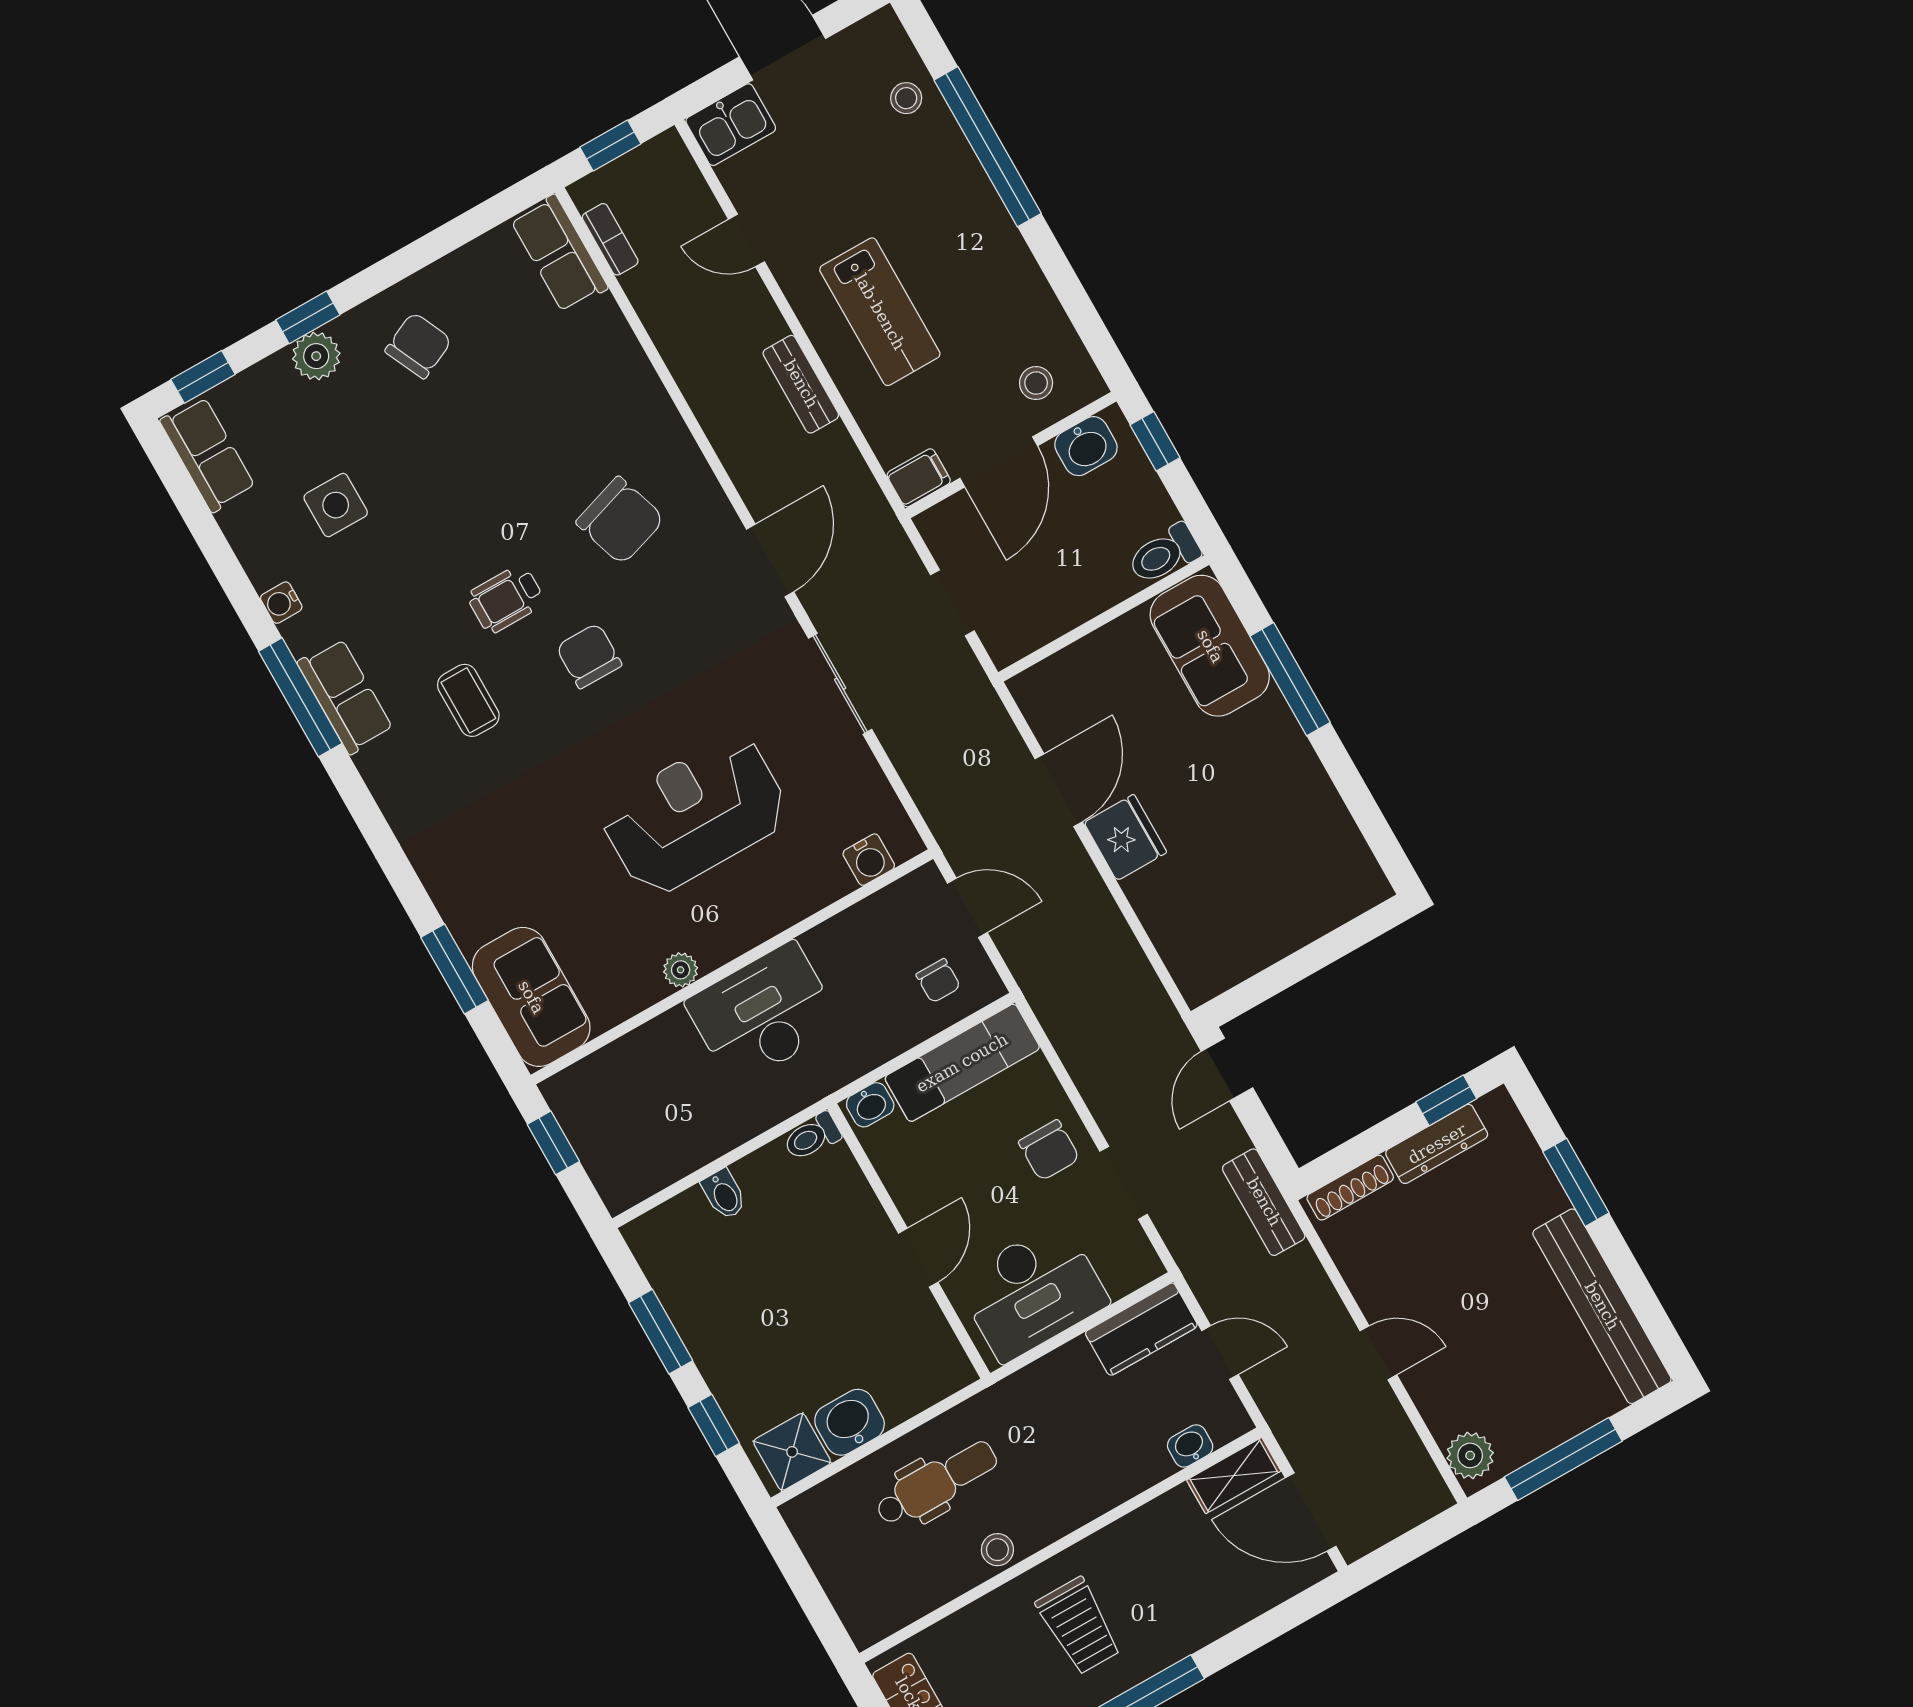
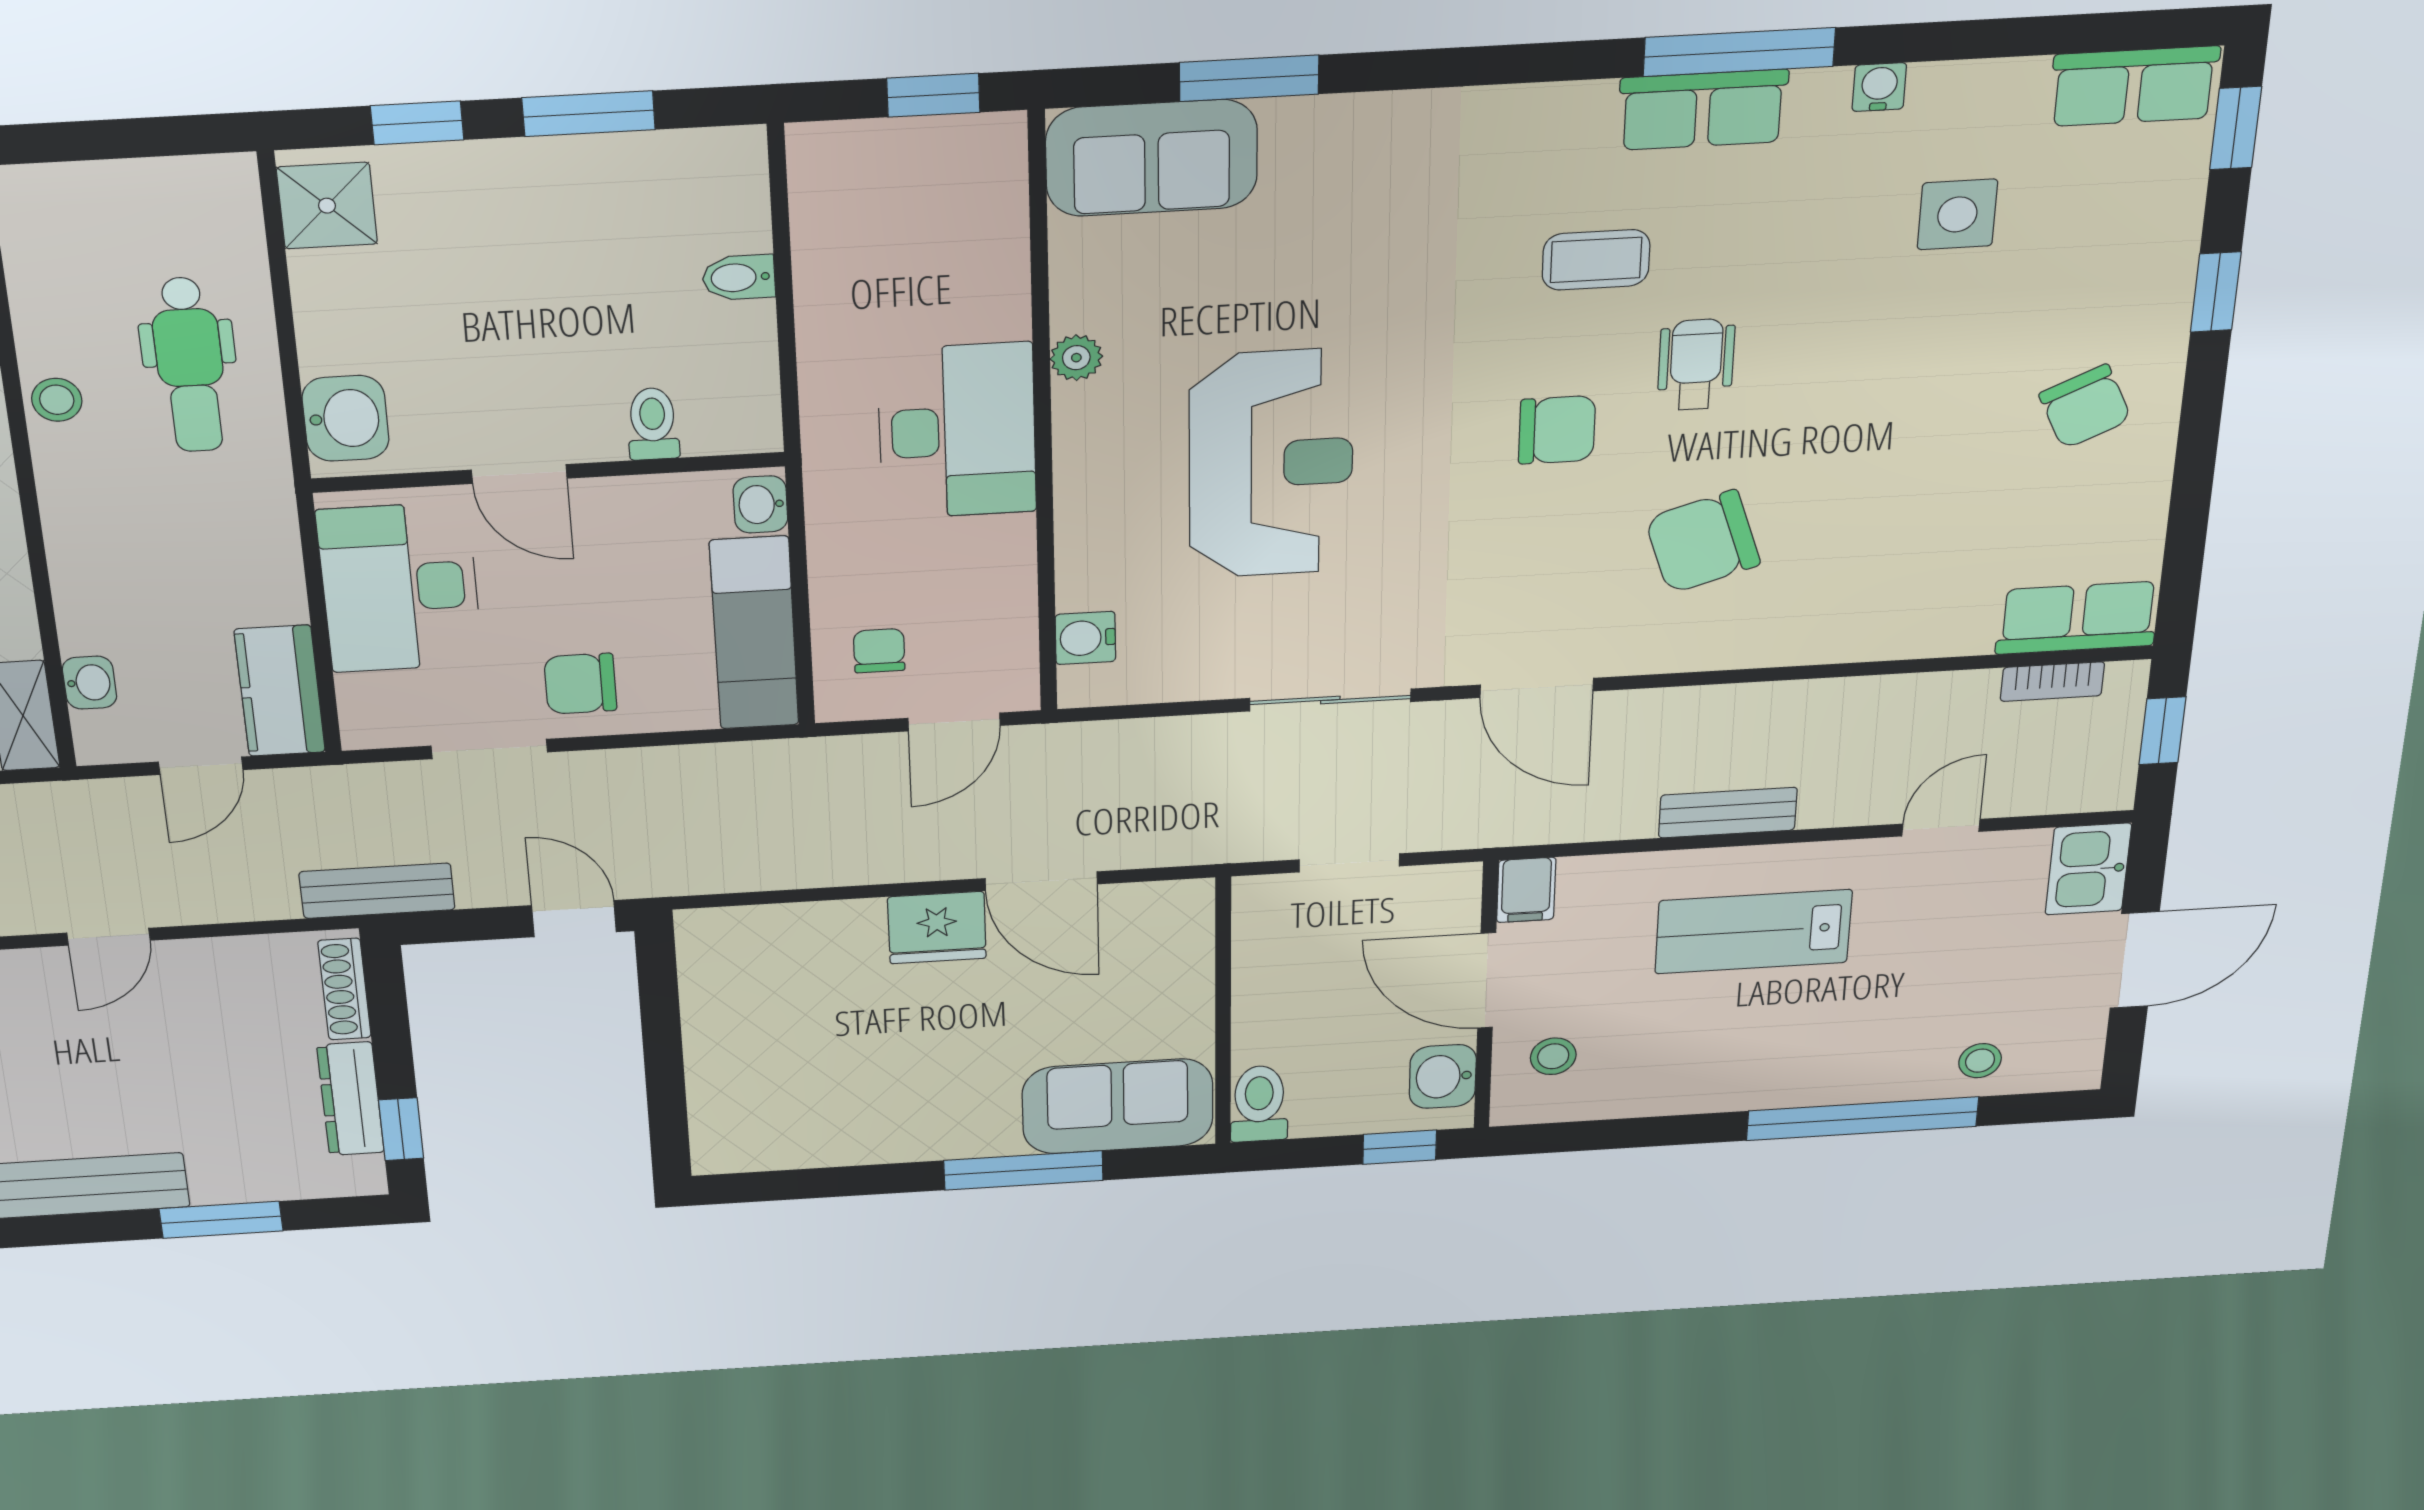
plant: (316, 356) -> (2161, 279), removed
chair: (938, 981) -> (879, 651), turned 90
toilet: (812, 1137) -> (653, 424), moved
washbasin: (850, 1422) -> (346, 418), moved

